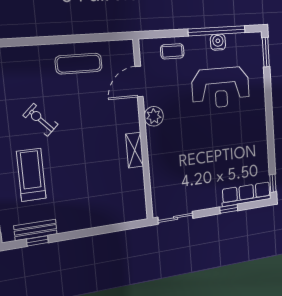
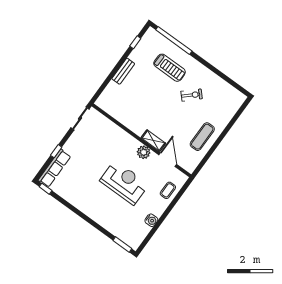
window: (217, 31) -> (158, 225), removed
reception desk: (221, 88) -> (124, 183), moved, turned 90
shelving: (135, 150) -> (153, 141), moved
bench: (36, 230) -> (123, 71), moved

